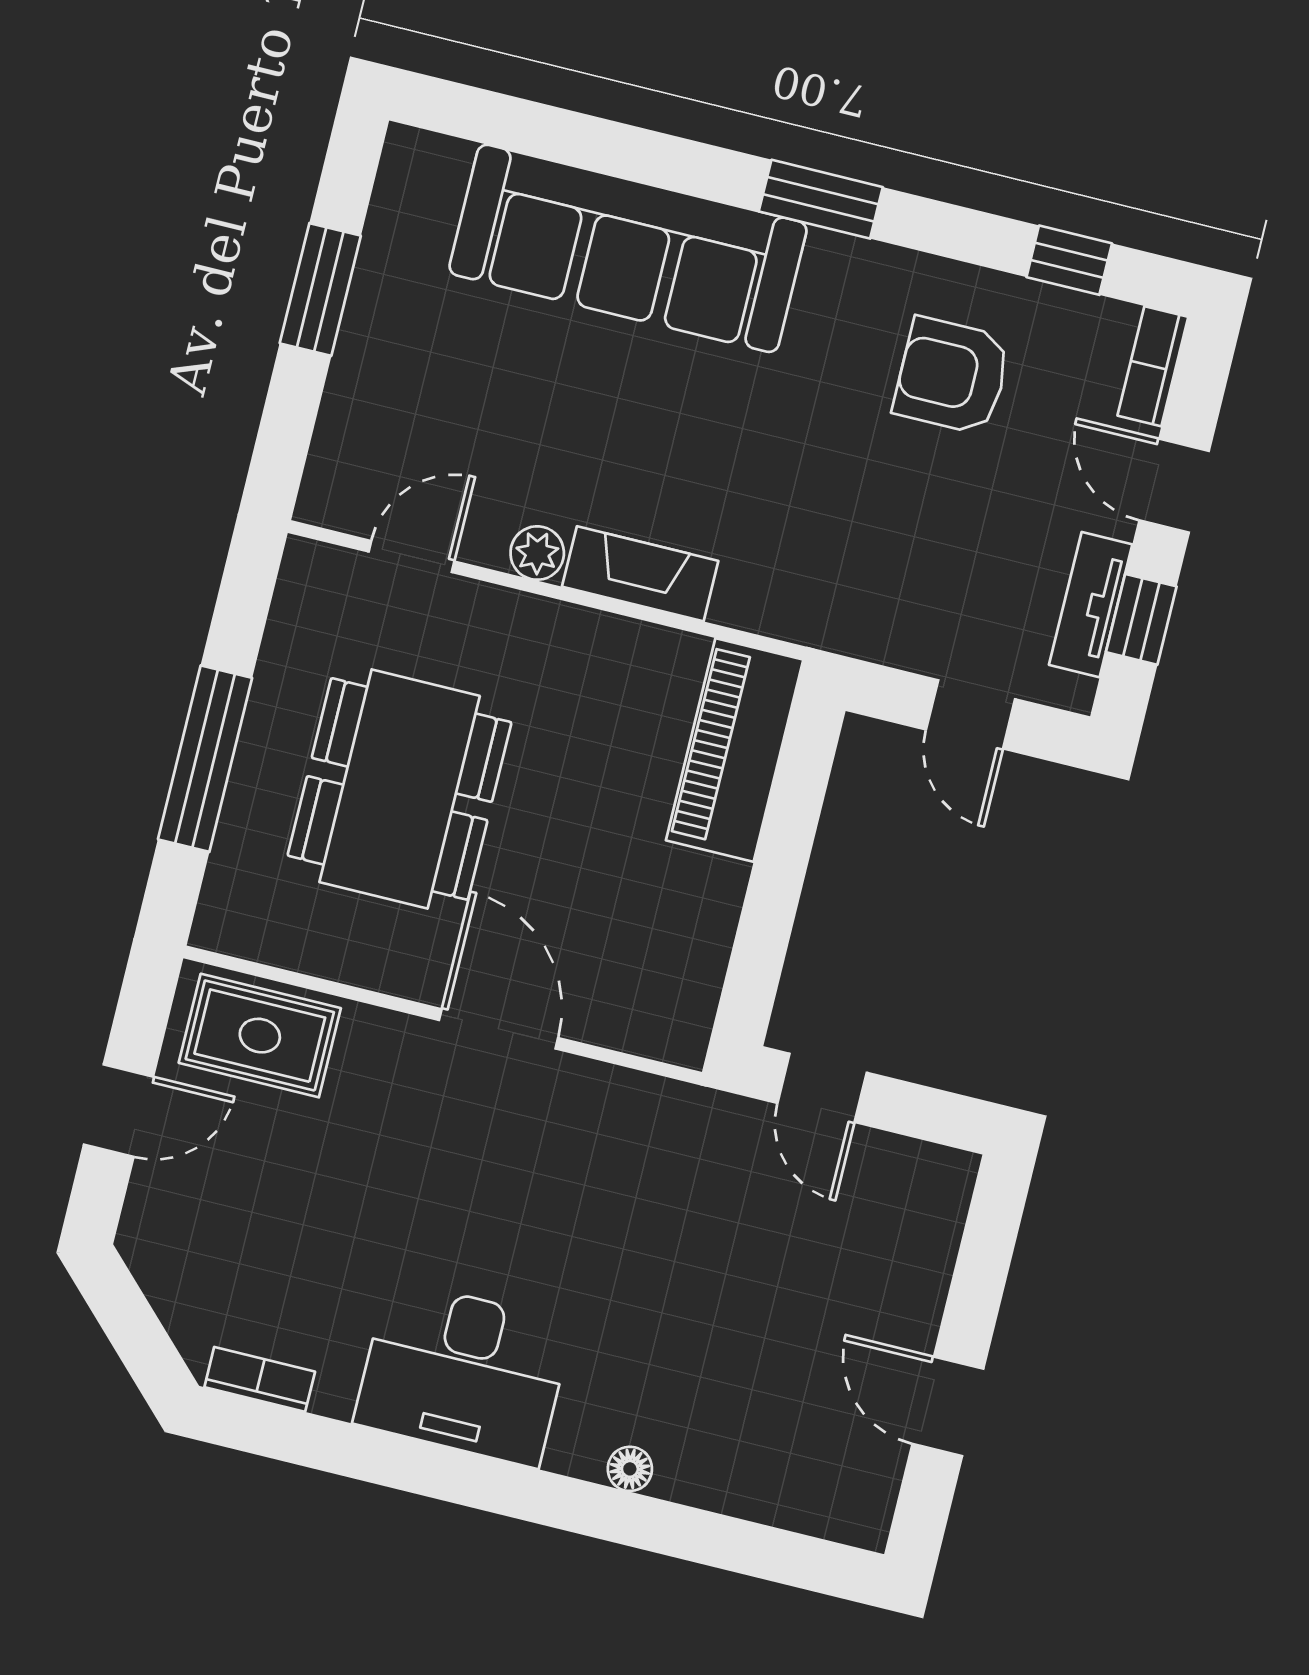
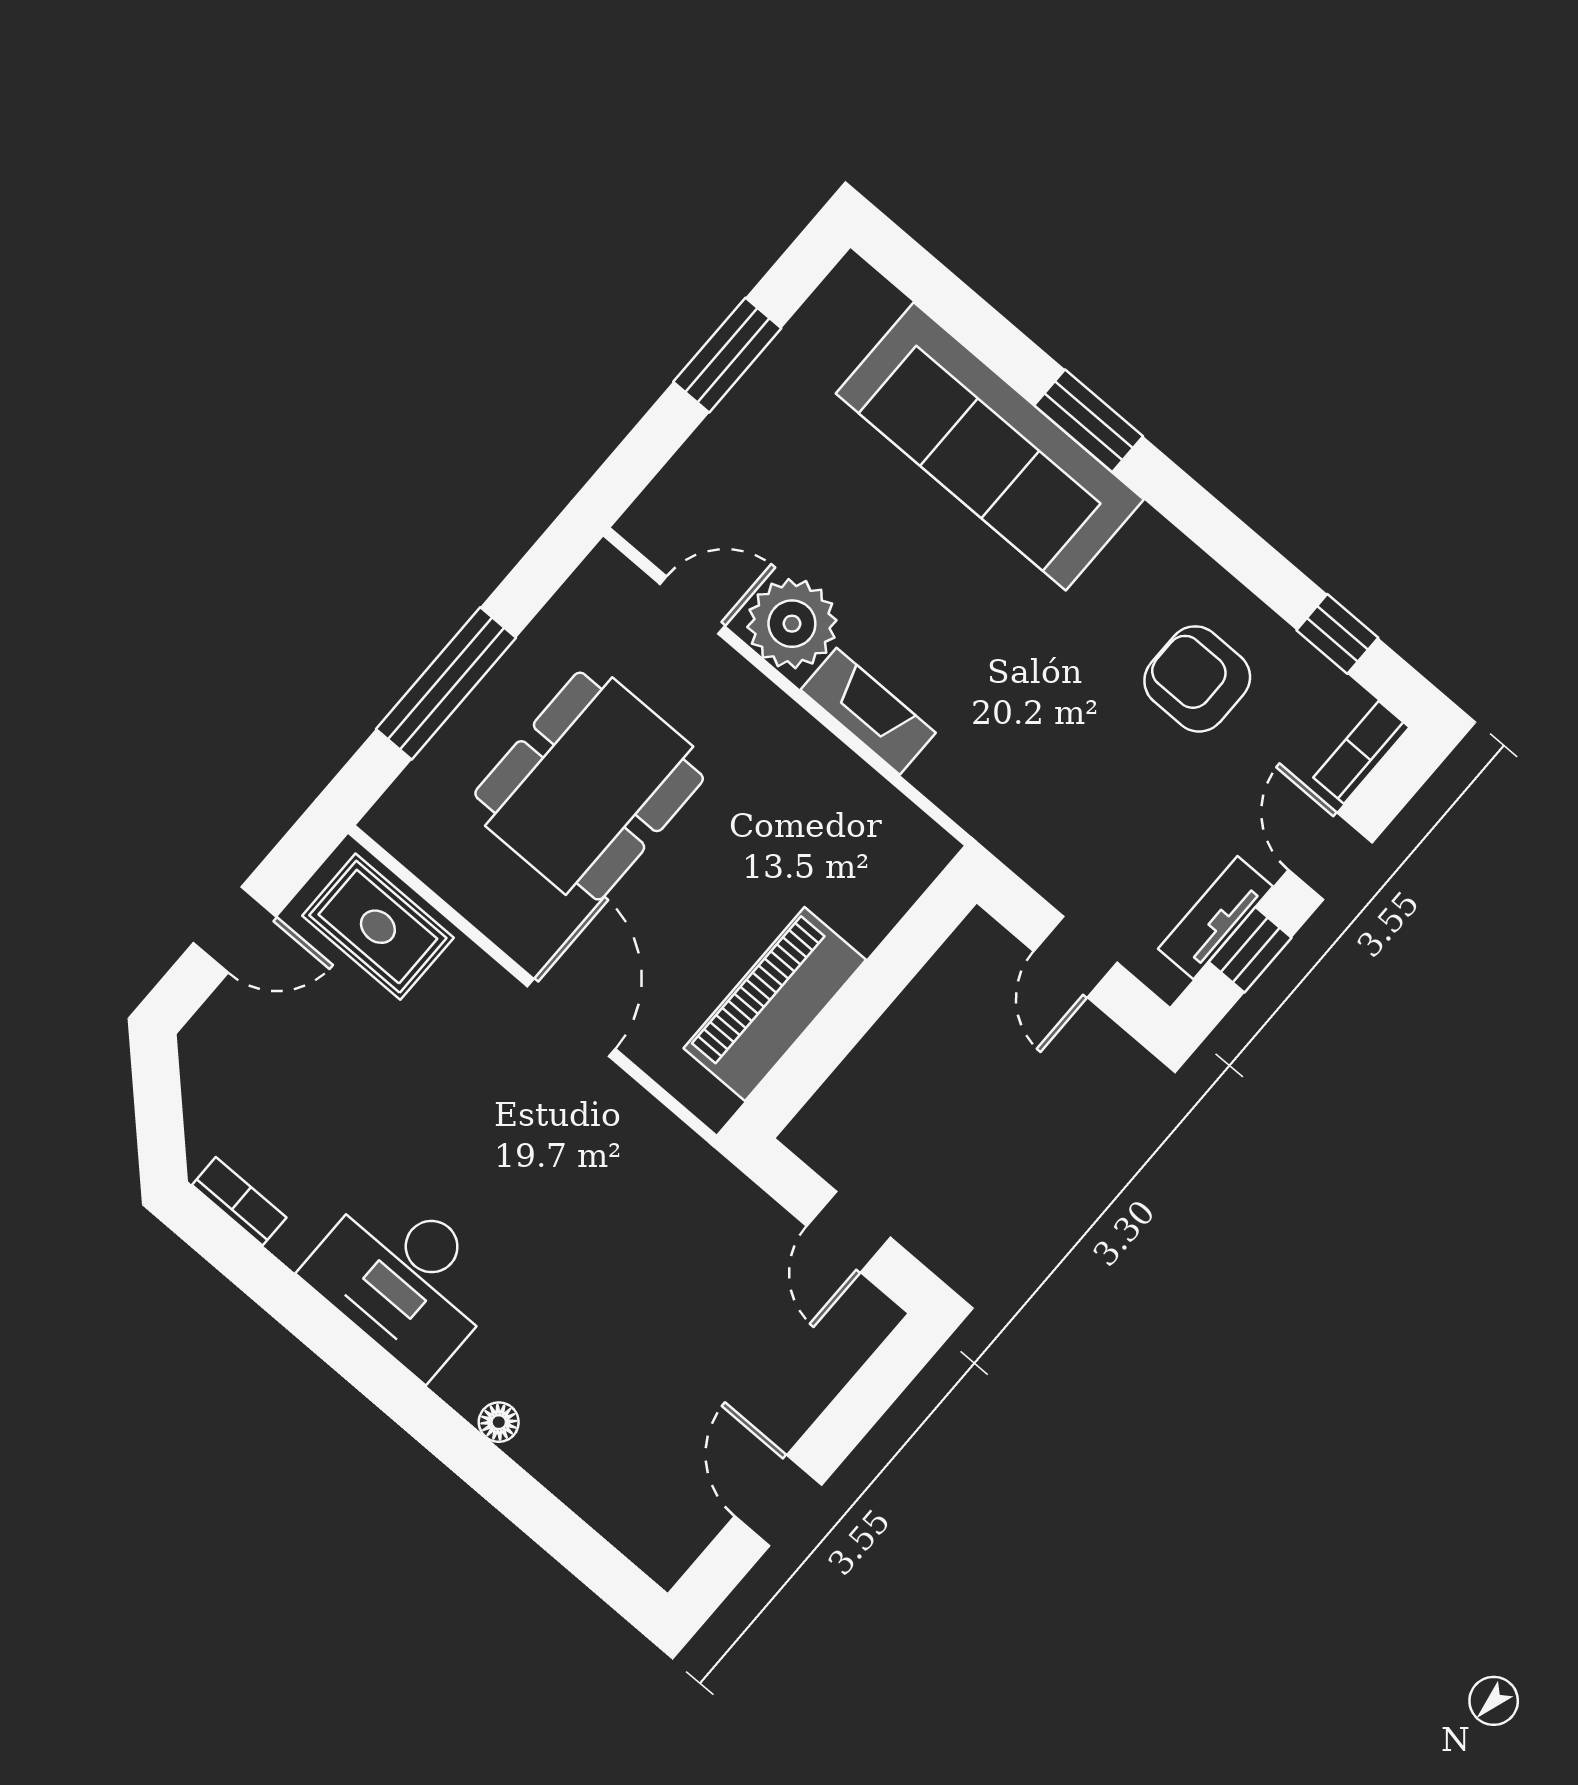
window: (821, 199) -> (1089, 421), moved
plant: (537, 553) -> (792, 624), width x1.88, depth x1.88
piano: (735, 750) -> (775, 1004), moved
door: (822, 1088) -> (848, 1232), moved

